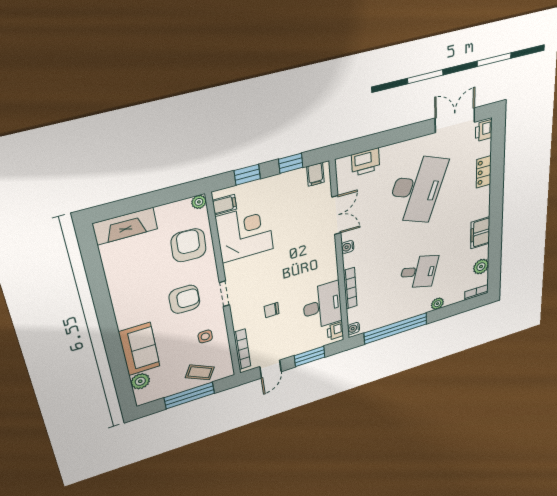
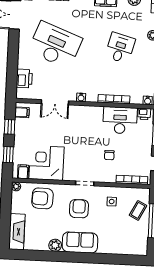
double door: (336, 215) -> (55, 102), swing flipped
sofa: (139, 349) -> (80, 242), moved
plant: (140, 381) -> (55, 245), moved

